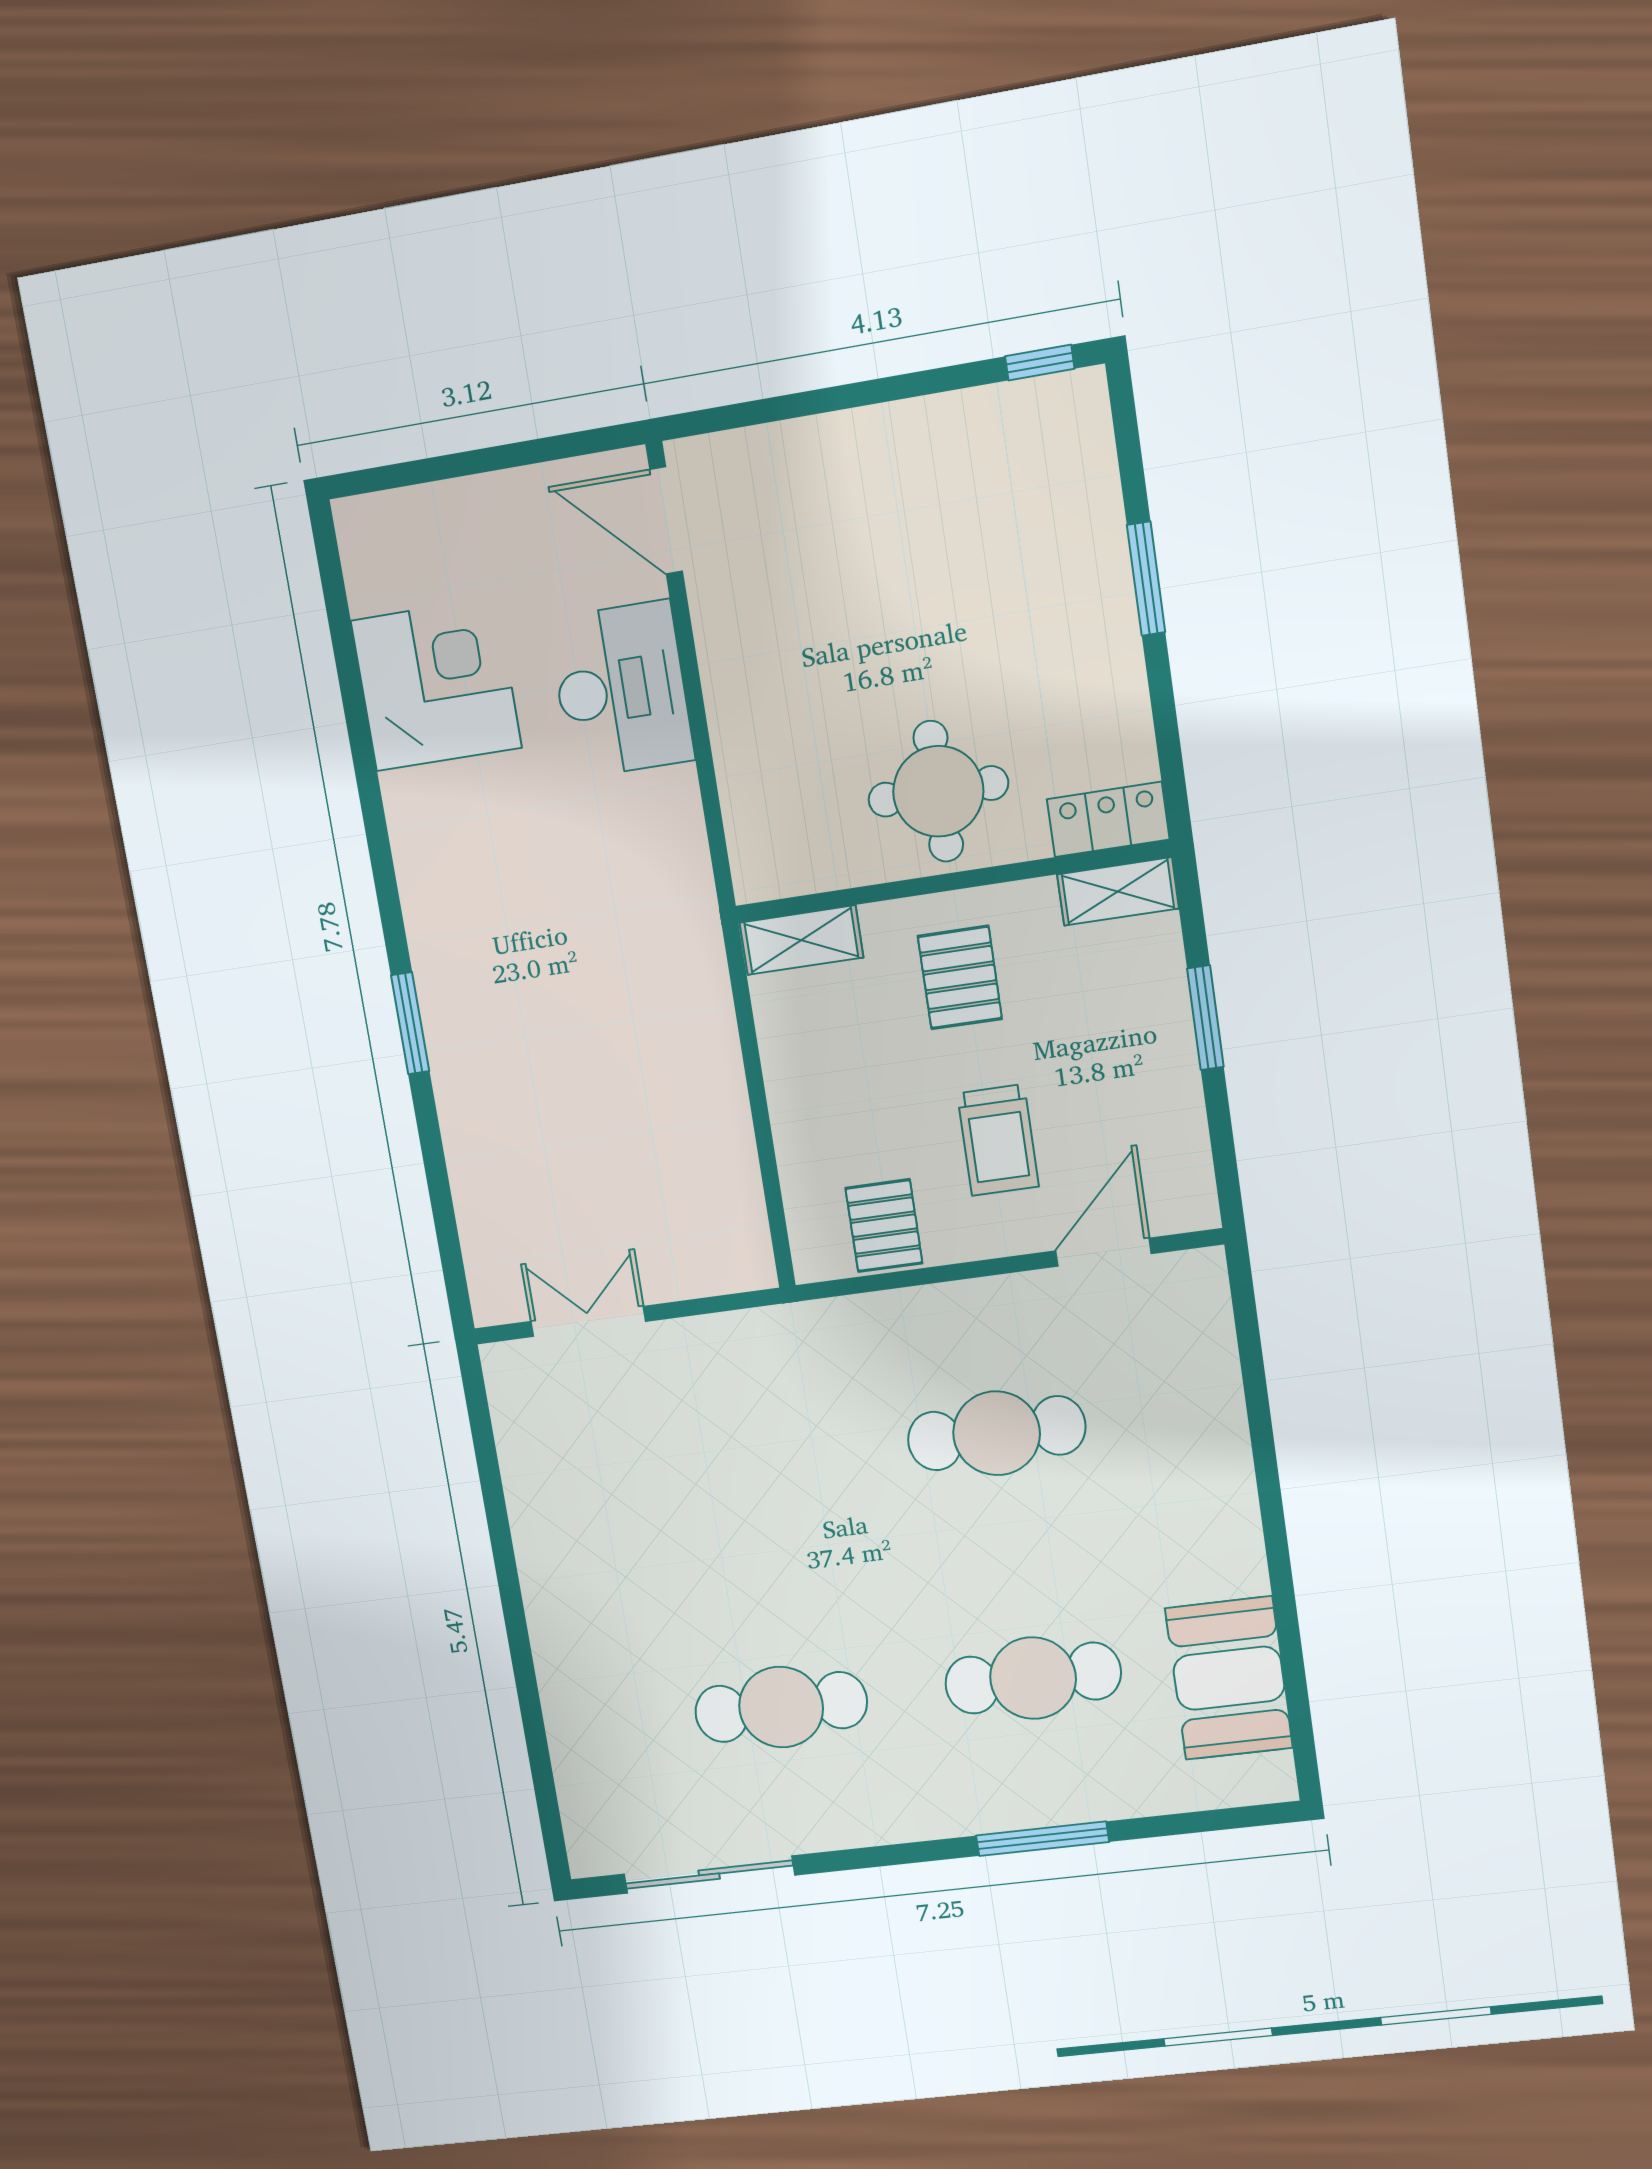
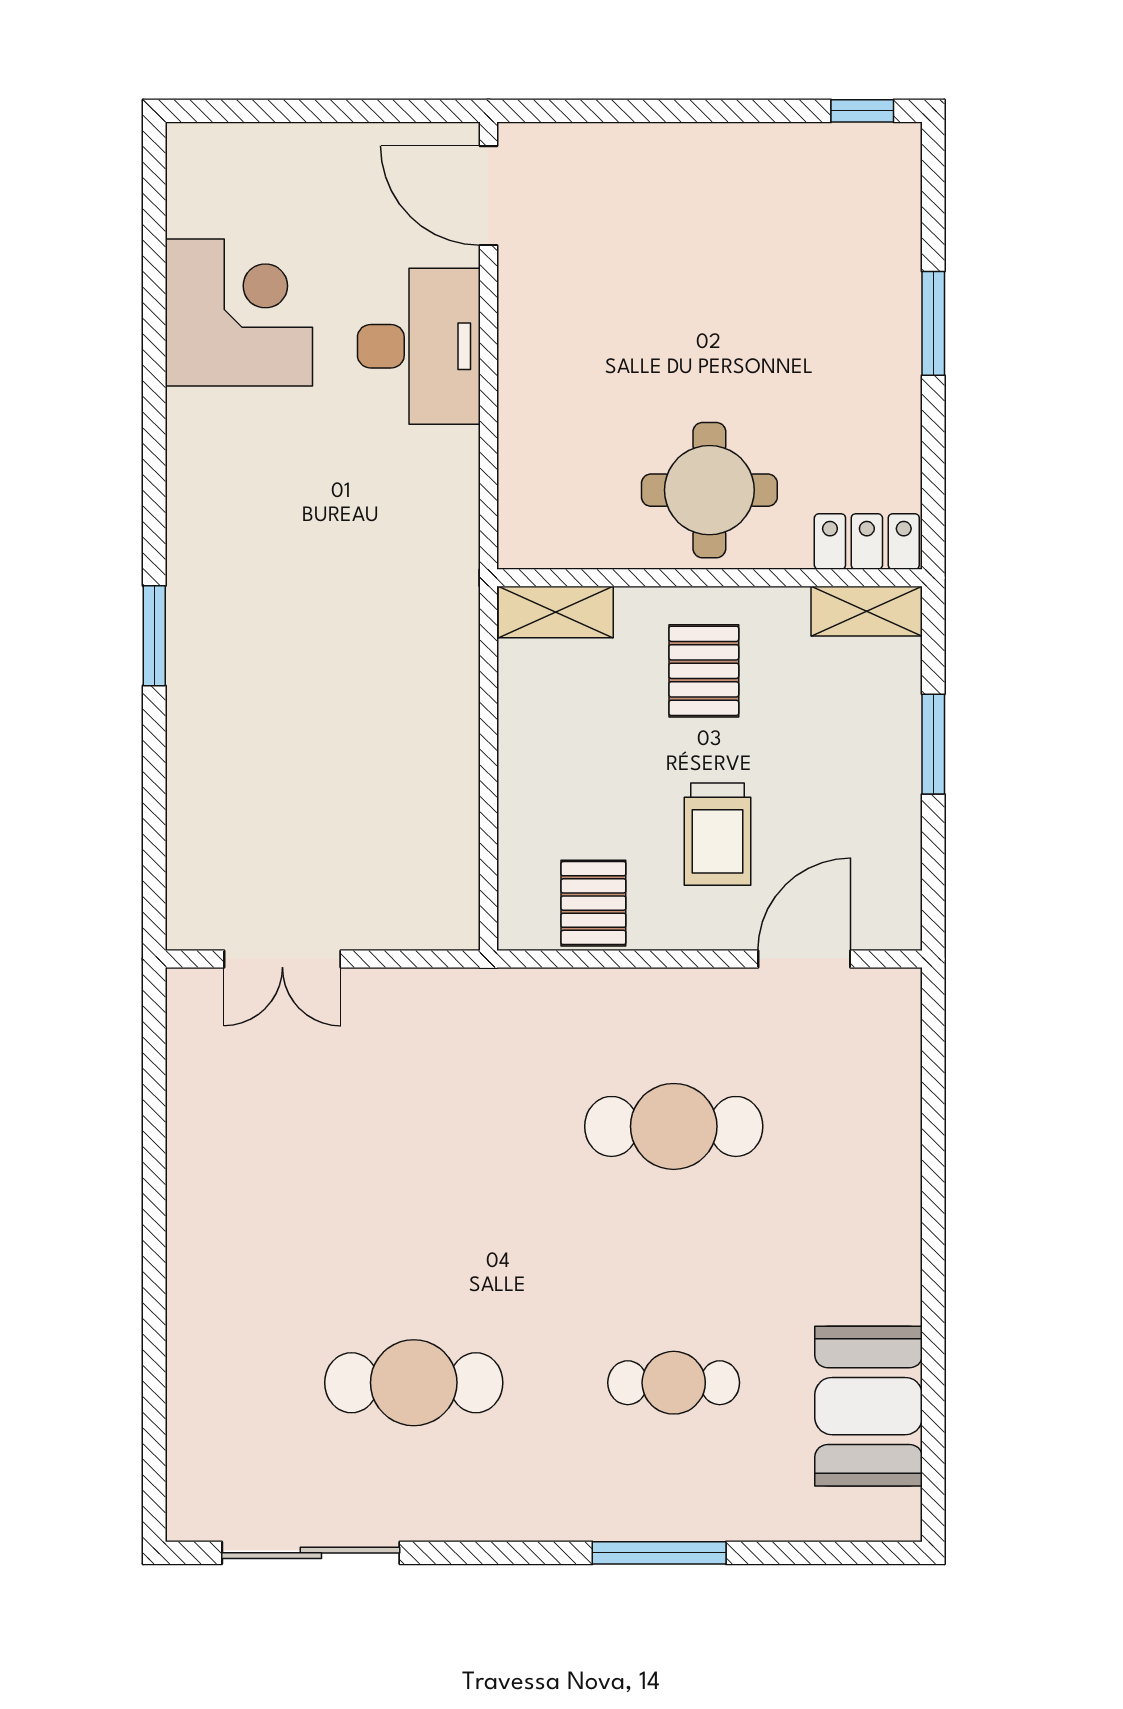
double door: (588, 1321) -> (282, 959), swing flipped
cafe table: (1033, 1678) -> (674, 1383), width x0.73, depth x0.74

